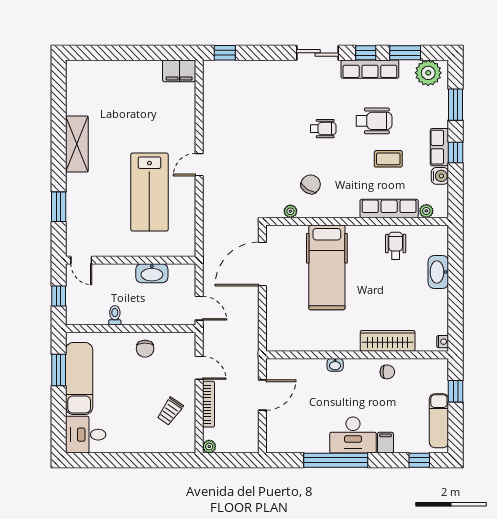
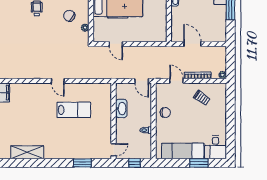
shelving: (77, 144) -> (27, 152), moved
lab bench: (149, 192) -> (74, 110), width x0.73, depth x0.72
door: (262, 264) -> (116, 44), width x0.53
door: (199, 308) -> (142, 81), swing flipped
door: (199, 368) -> (176, 81), hinge flipped
window: (59, 370) -> (199, 163), moved

